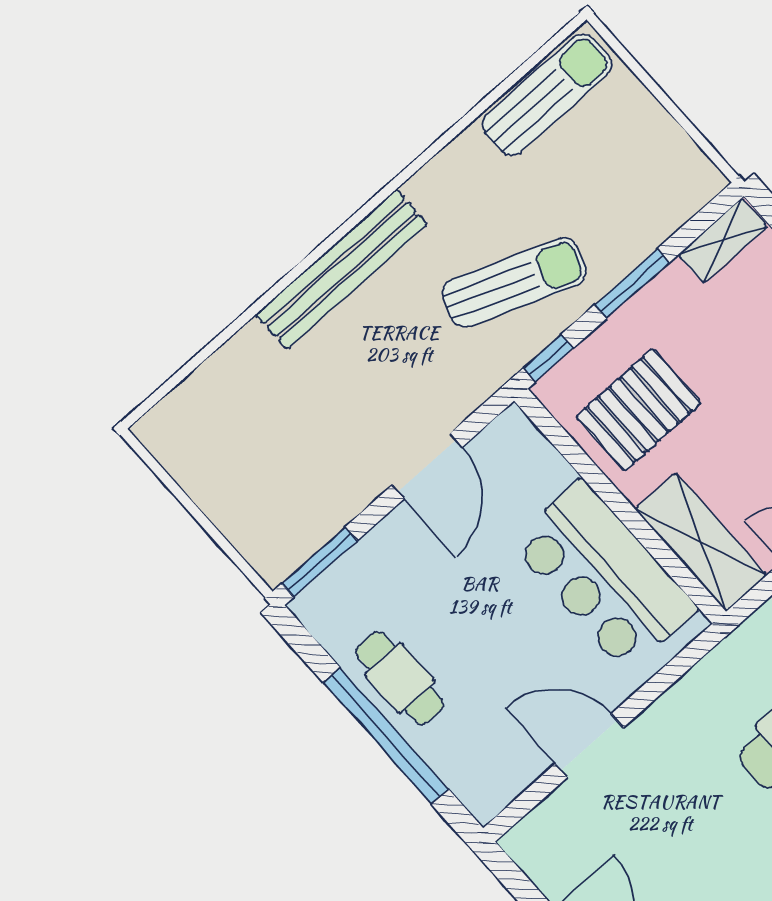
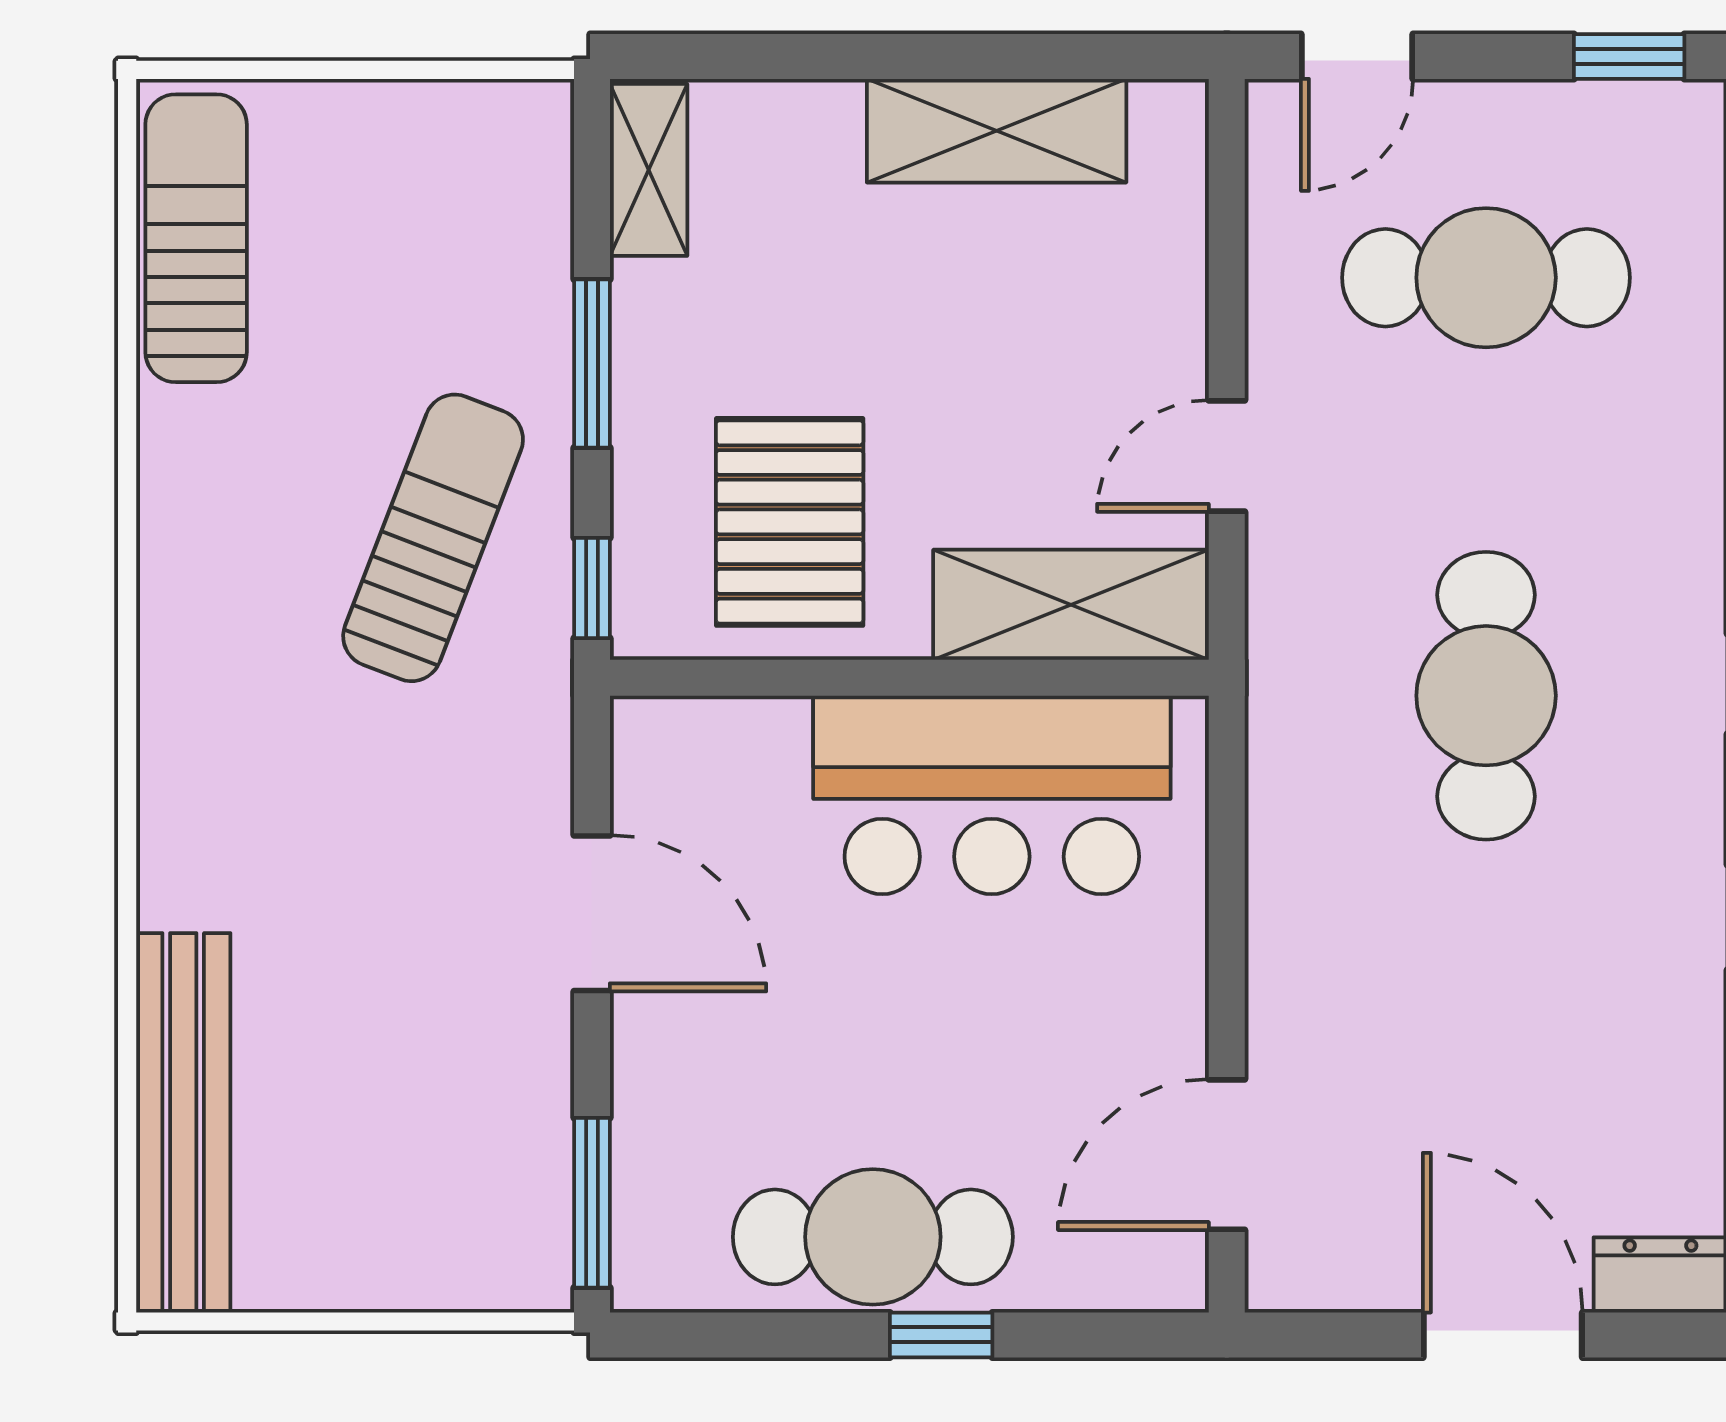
bench: (342, 269) -> (183, 1123), moved
cafe table: (400, 678) -> (873, 1237), width x1.37, depth x1.35
window: (386, 736) -> (941, 1335), width x0.32
door: (589, 746) -> (1227, 1155), moved

